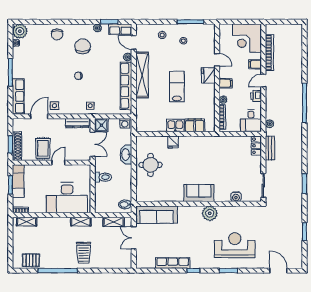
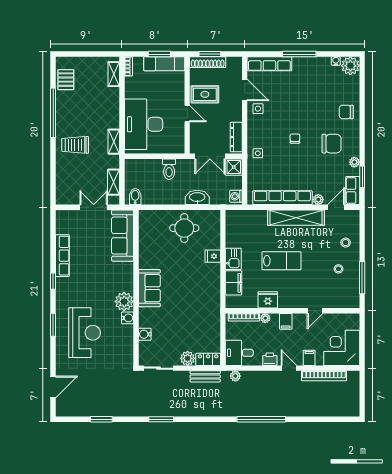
fridge: (208, 75) -> (268, 300), moved
plant: (255, 162) -> (188, 358), added
water cooler: (223, 211) -> (128, 318), added

